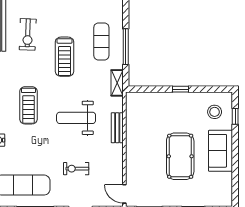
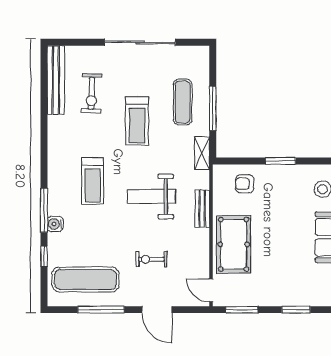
window: (181, 89) -> (281, 161), width x1.50
armchair: (151, 108) -> (245, 184), added
pool table: (180, 156) -> (234, 244), moved

